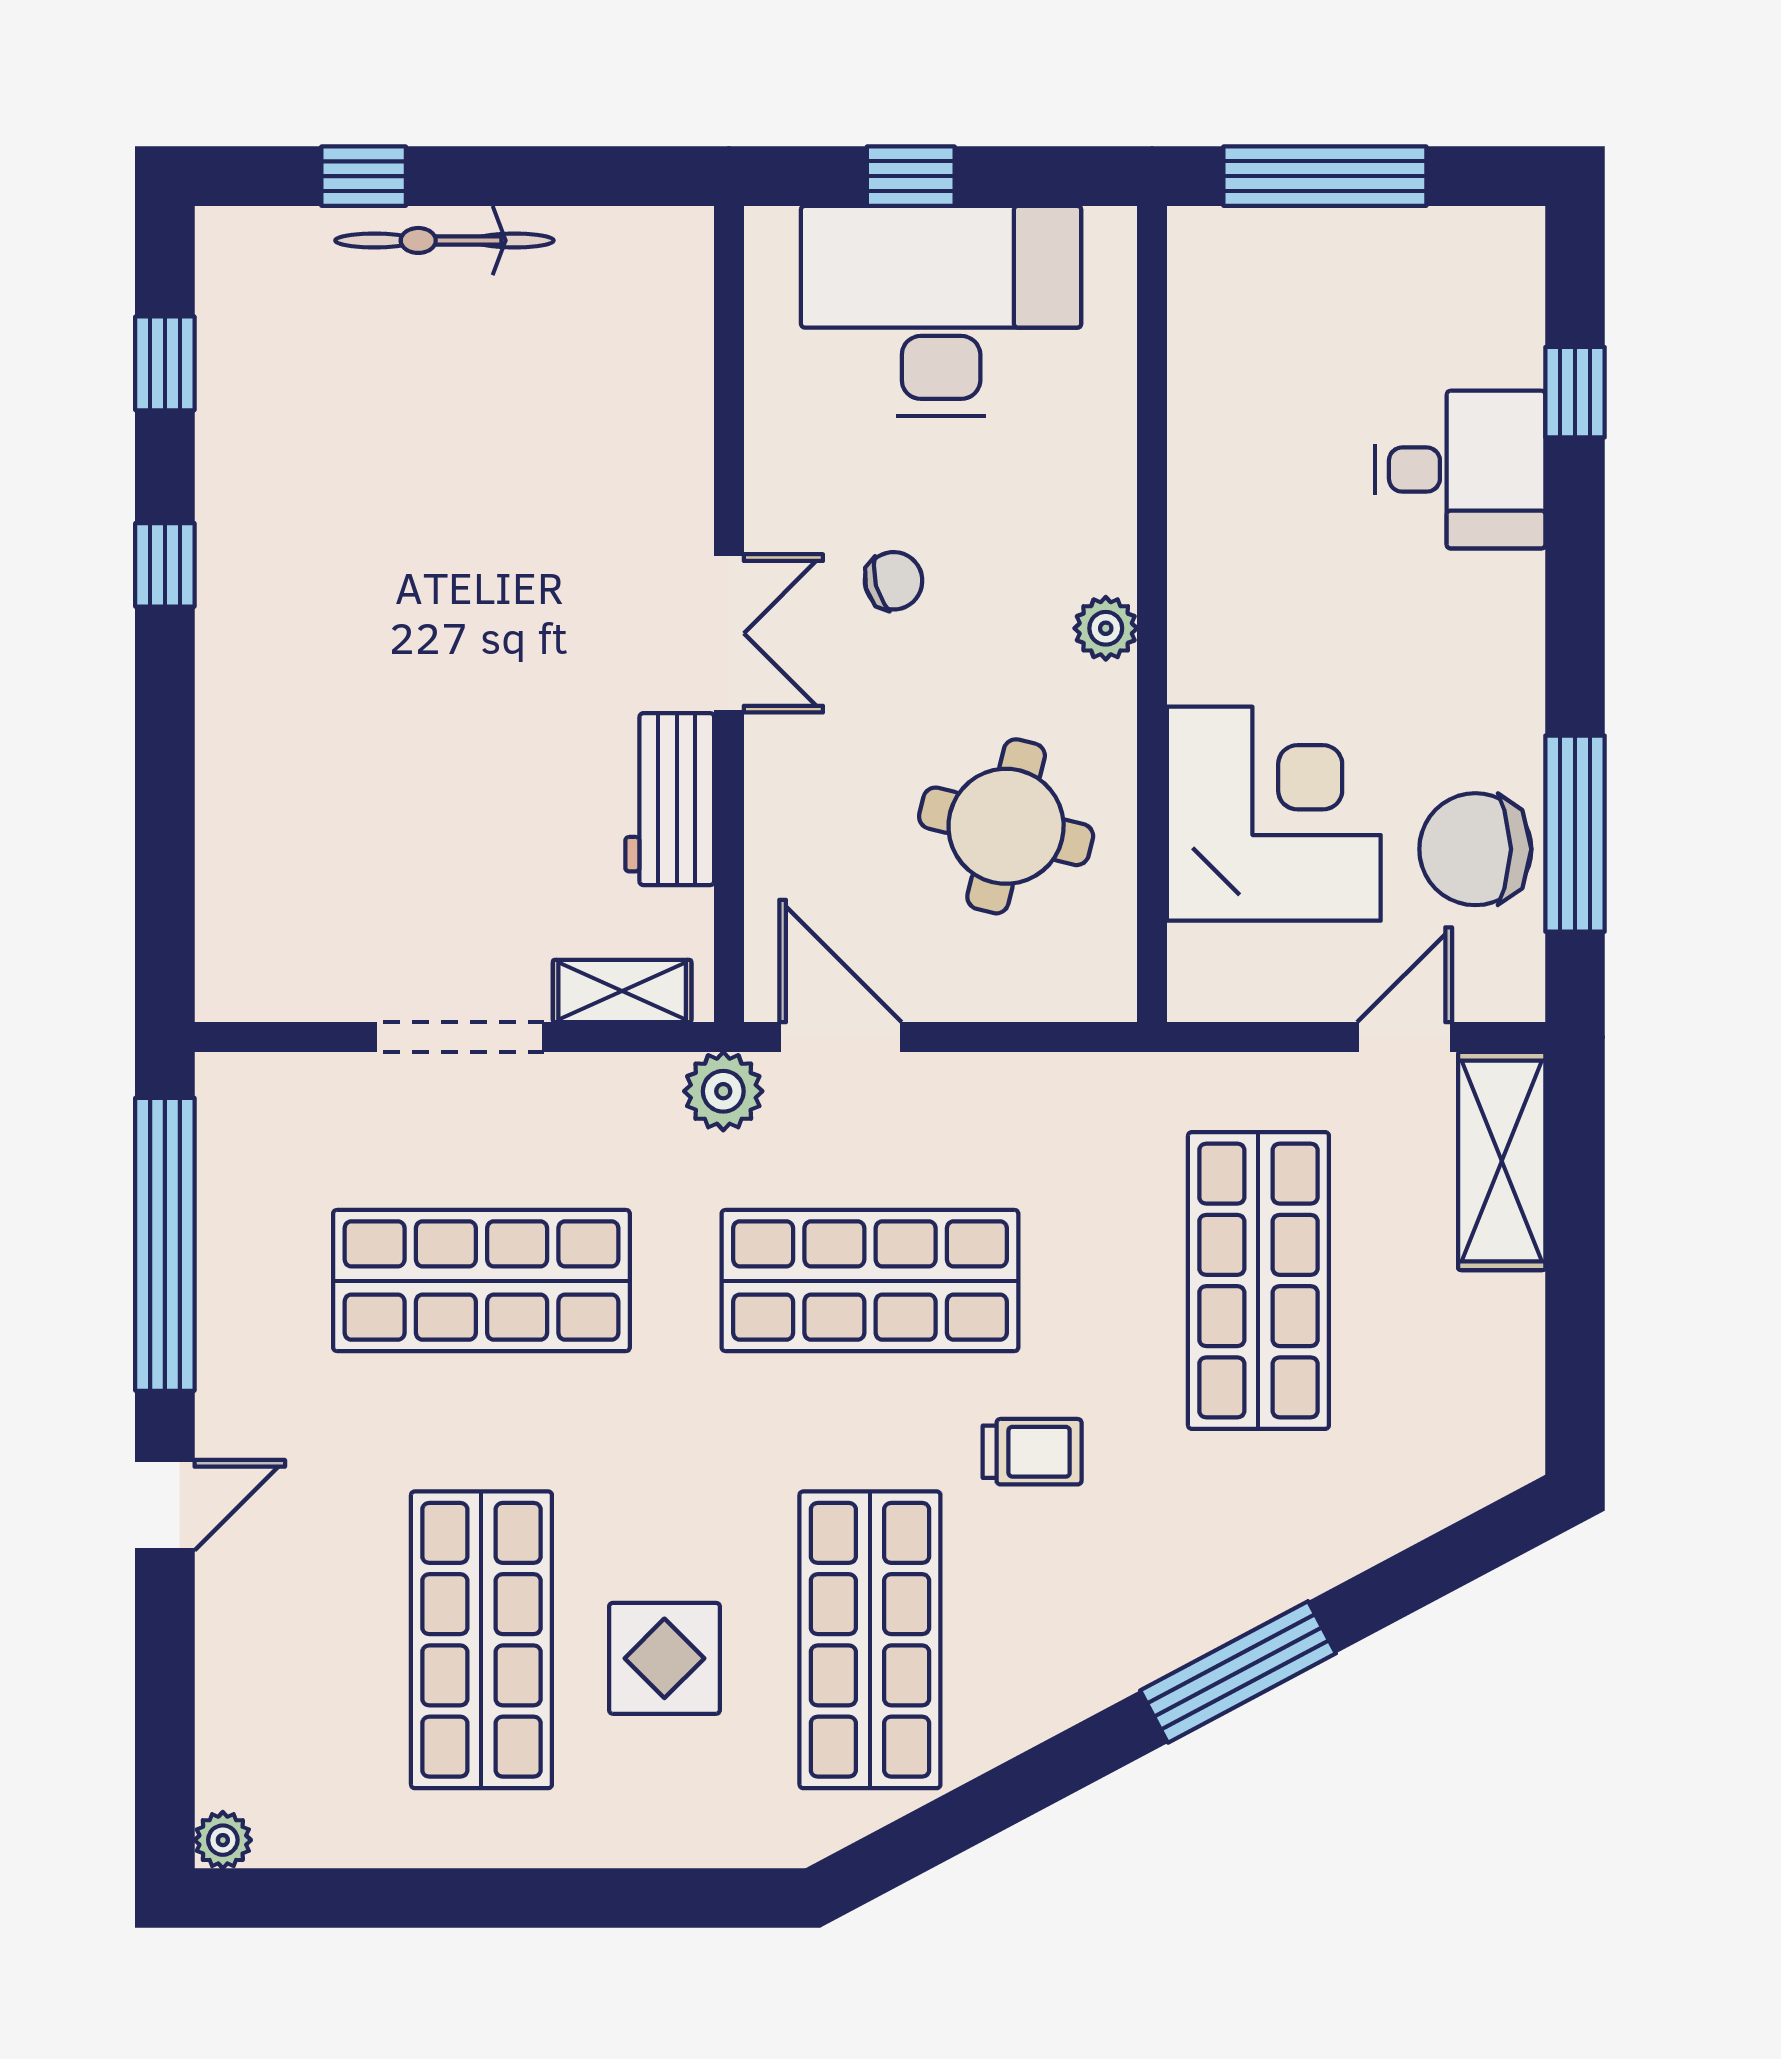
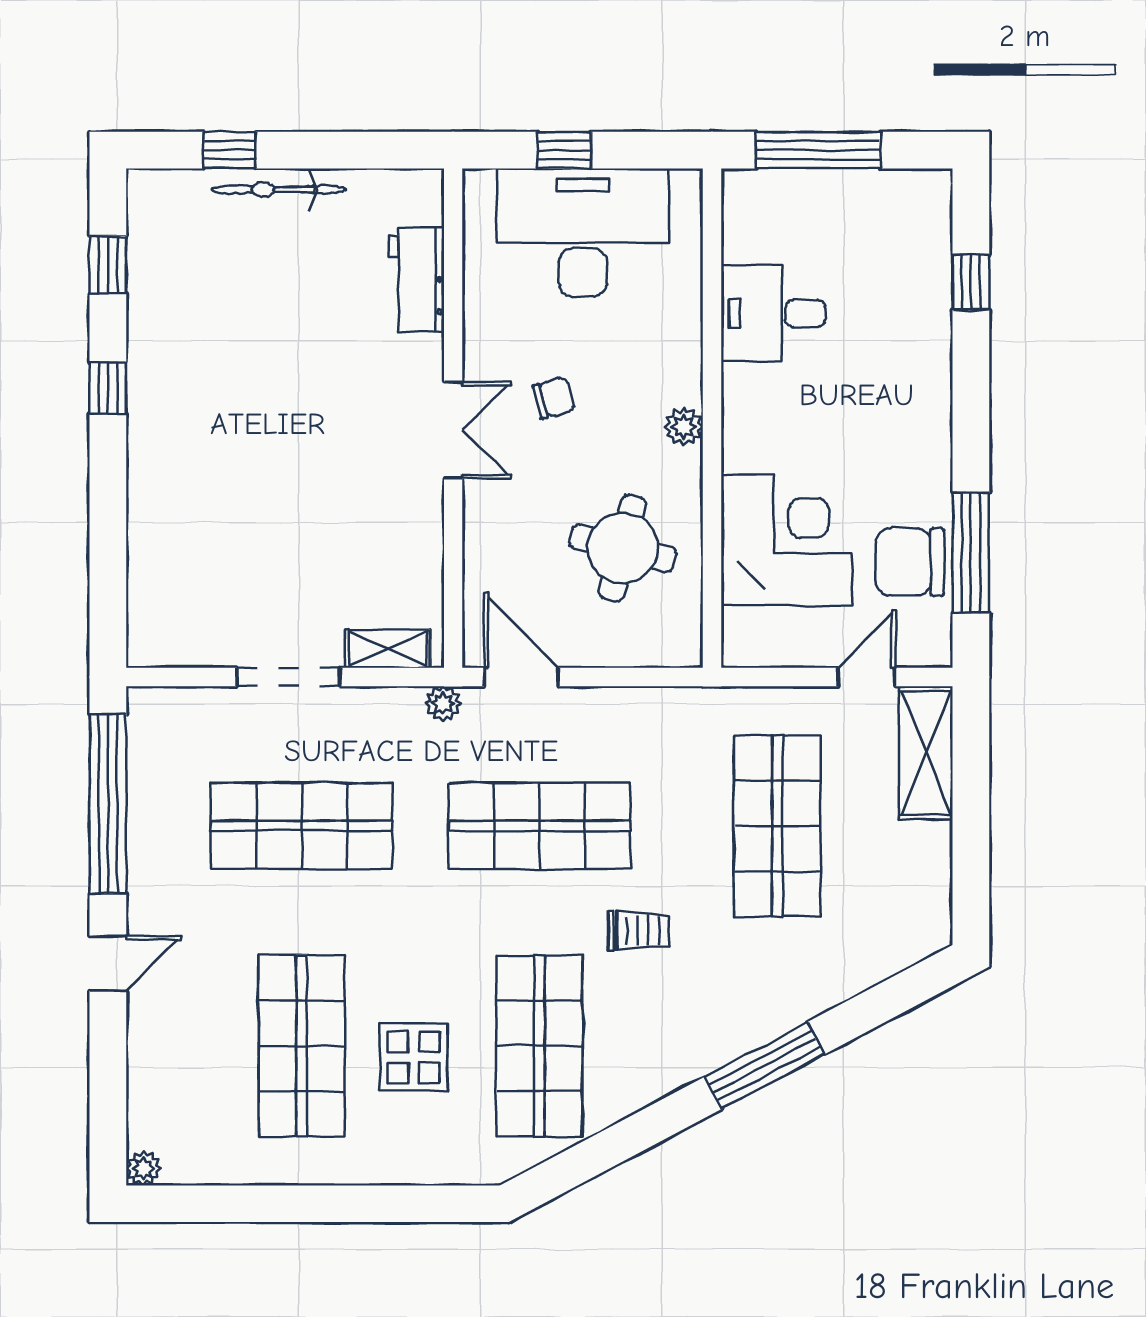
desk: (1460, 470) -> (773, 313), moved, turned 180
workbench: (670, 799) -> (417, 280), moved
plant: (723, 1091) -> (443, 704), width x0.73, depth x0.73

